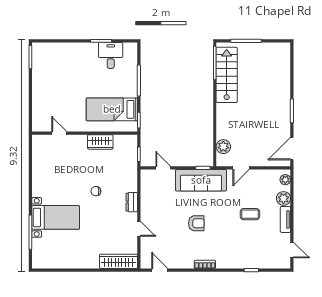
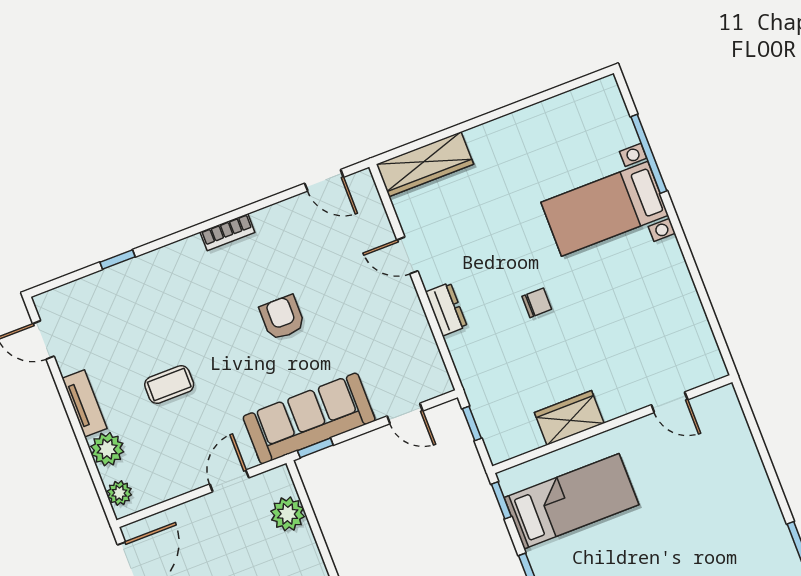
armchair: (196, 223) -> (282, 318), turned 90

